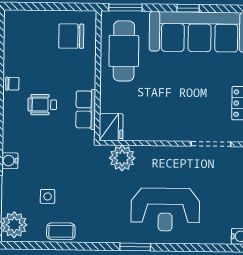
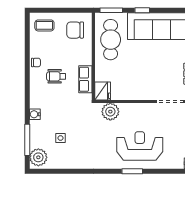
window: (188, 8) -> (142, 10), moved
reception desk: (165, 210) -> (140, 146), turned 180
coffee table: (61, 231) -> (44, 25), moved
window: (135, 247) -> (132, 171), moved

